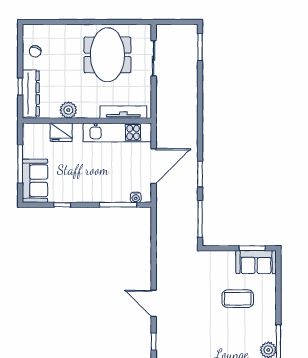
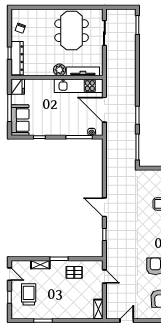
plant: (68, 110) -> (60, 70), moved
fridge: (61, 132) -> (18, 87), moved, turned -90
door: (154, 166) -> (104, 110), swing flipped

